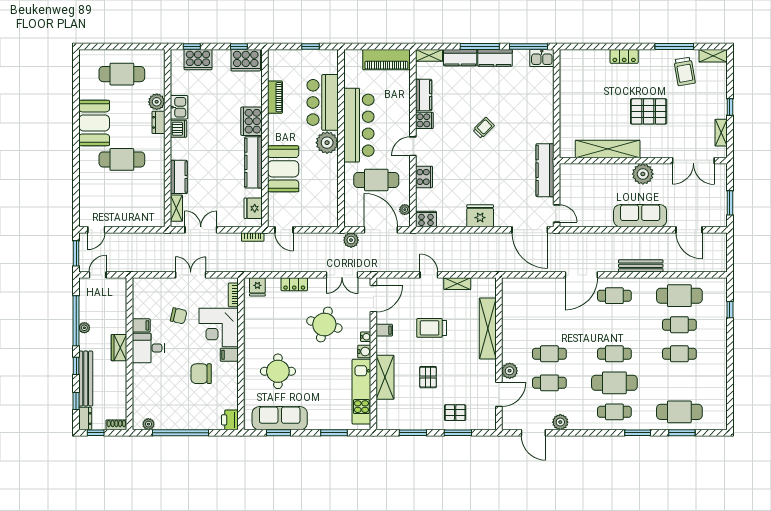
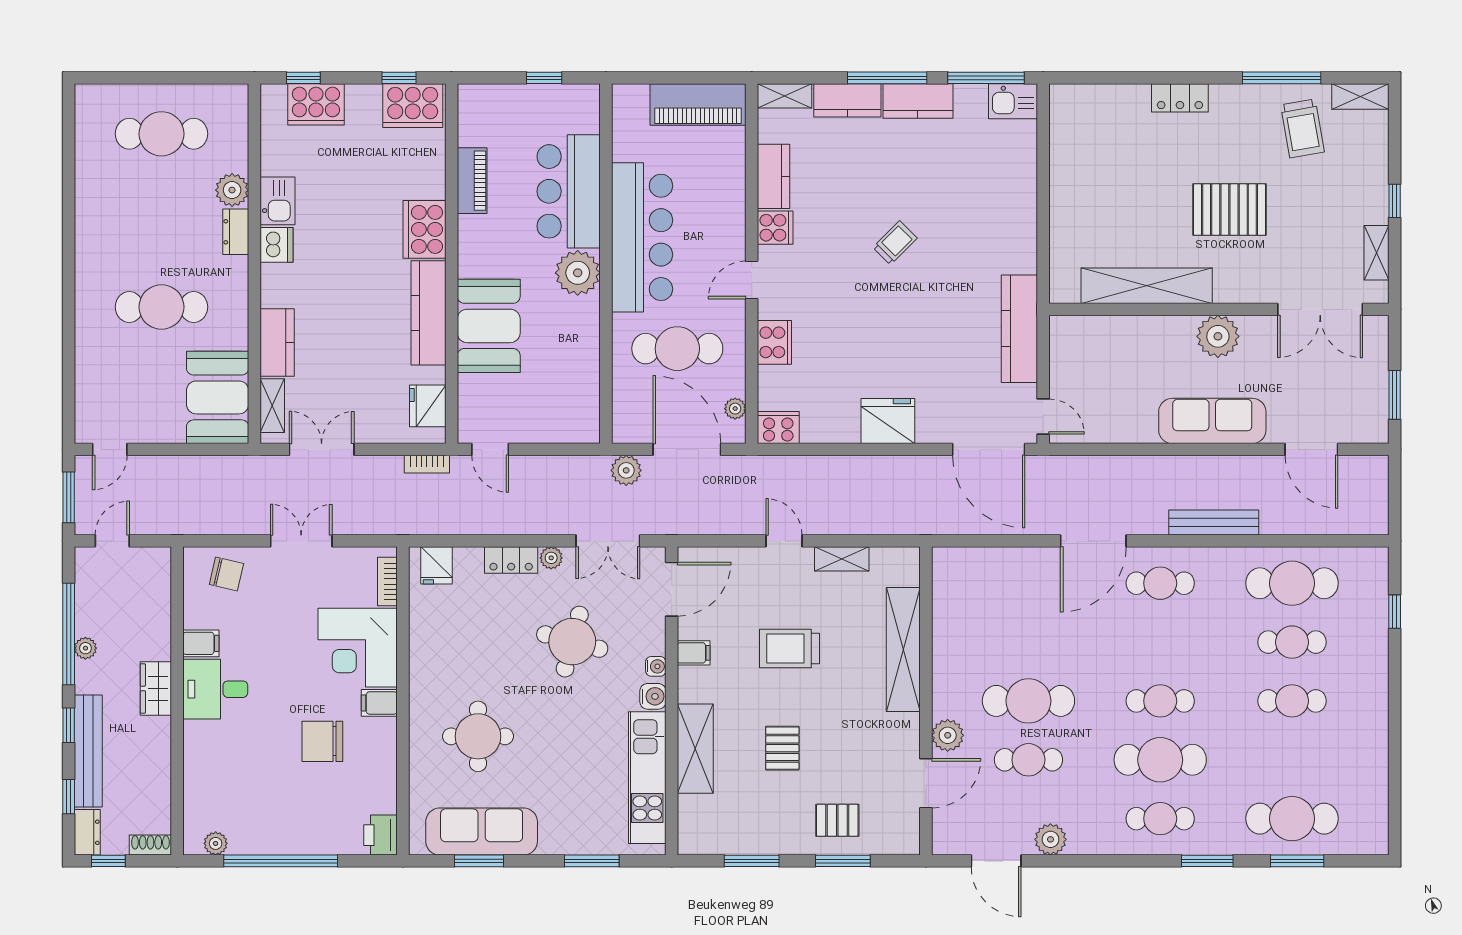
booth: (94, 123) -> (218, 397), moved
plant: (314, 283) -> (551, 558), added
chair: (179, 316) -> (226, 574), moved
cafe table: (549, 354) -> (1028, 701), width x1.37, depth x1.35

